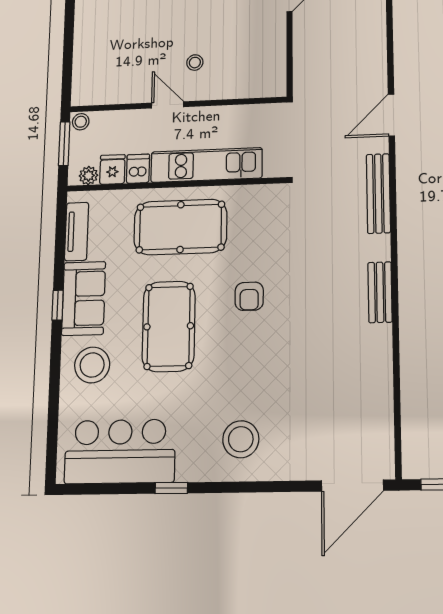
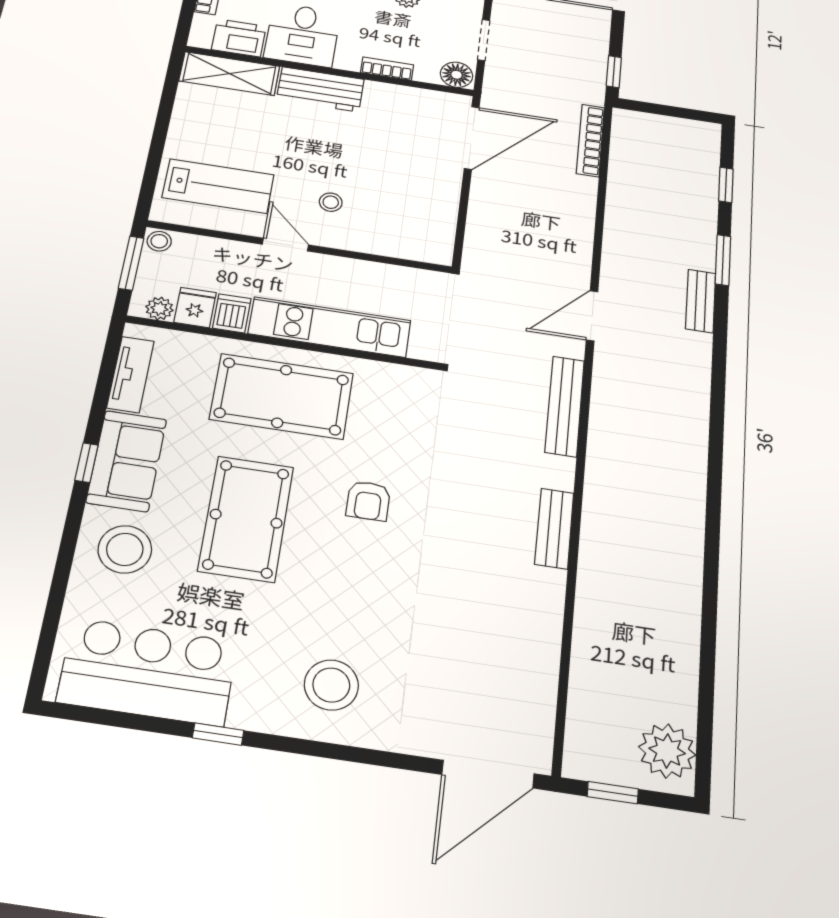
lab bench: (115, 67) -> (218, 186), added

